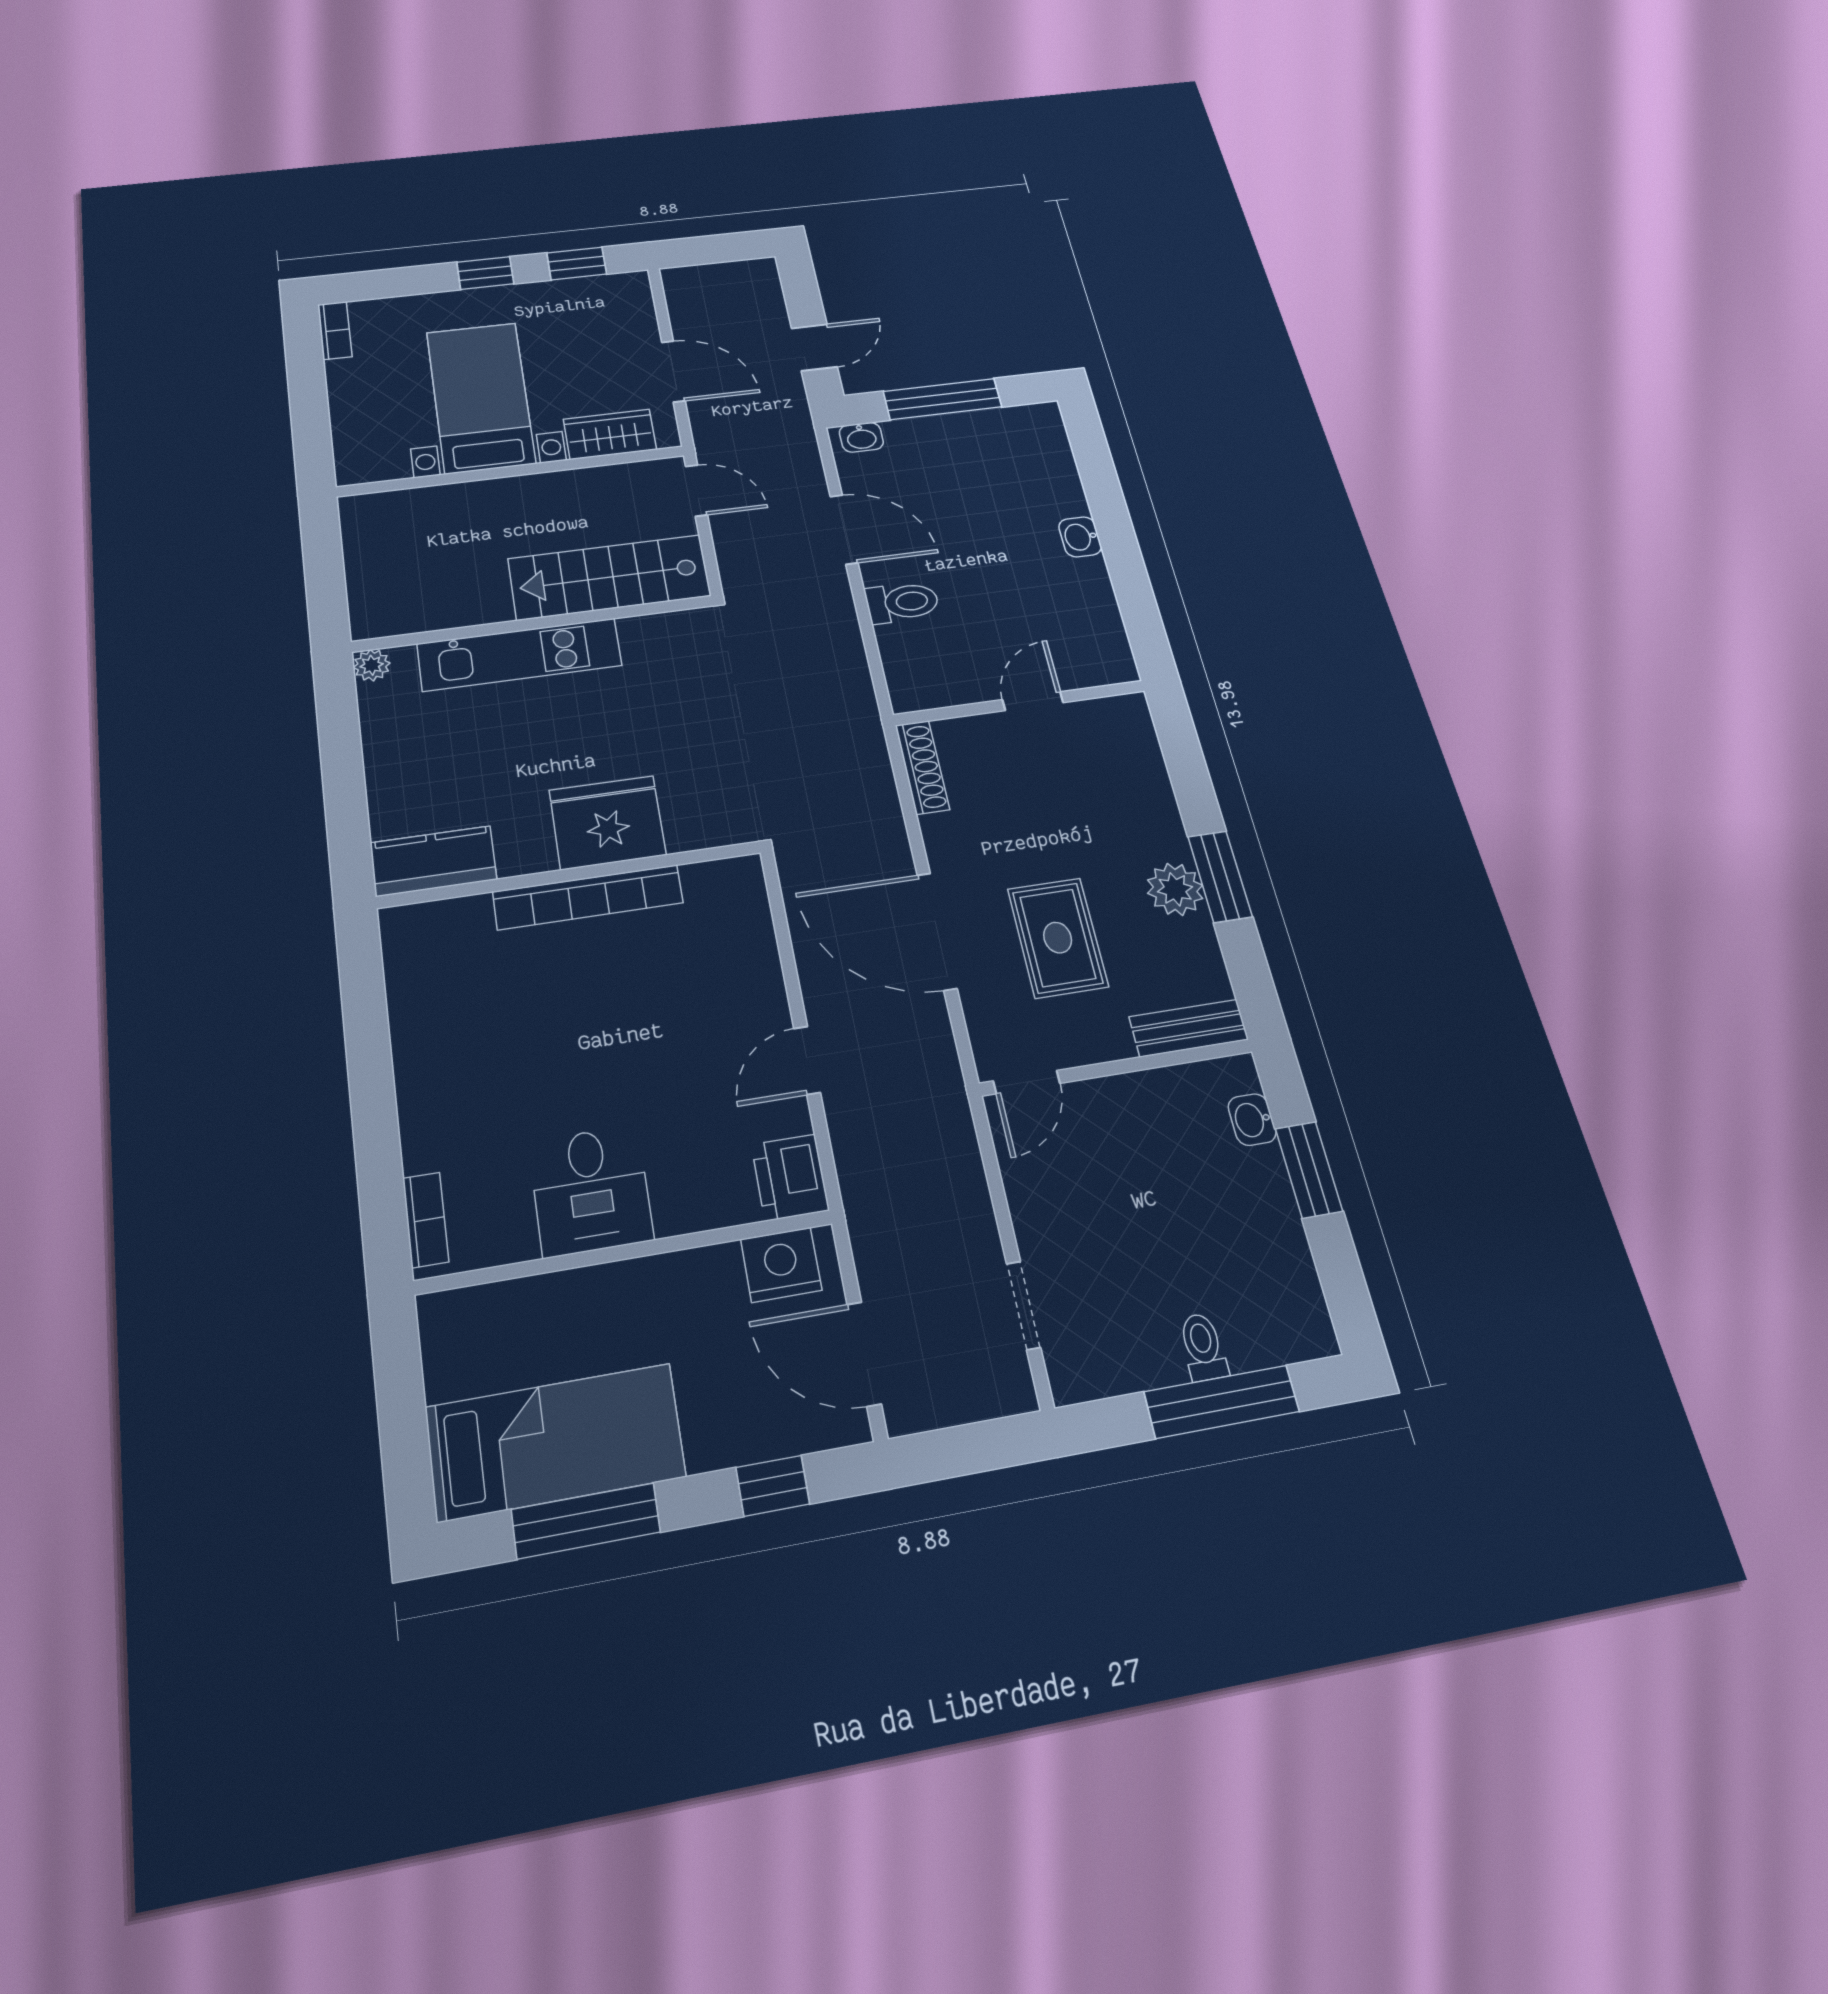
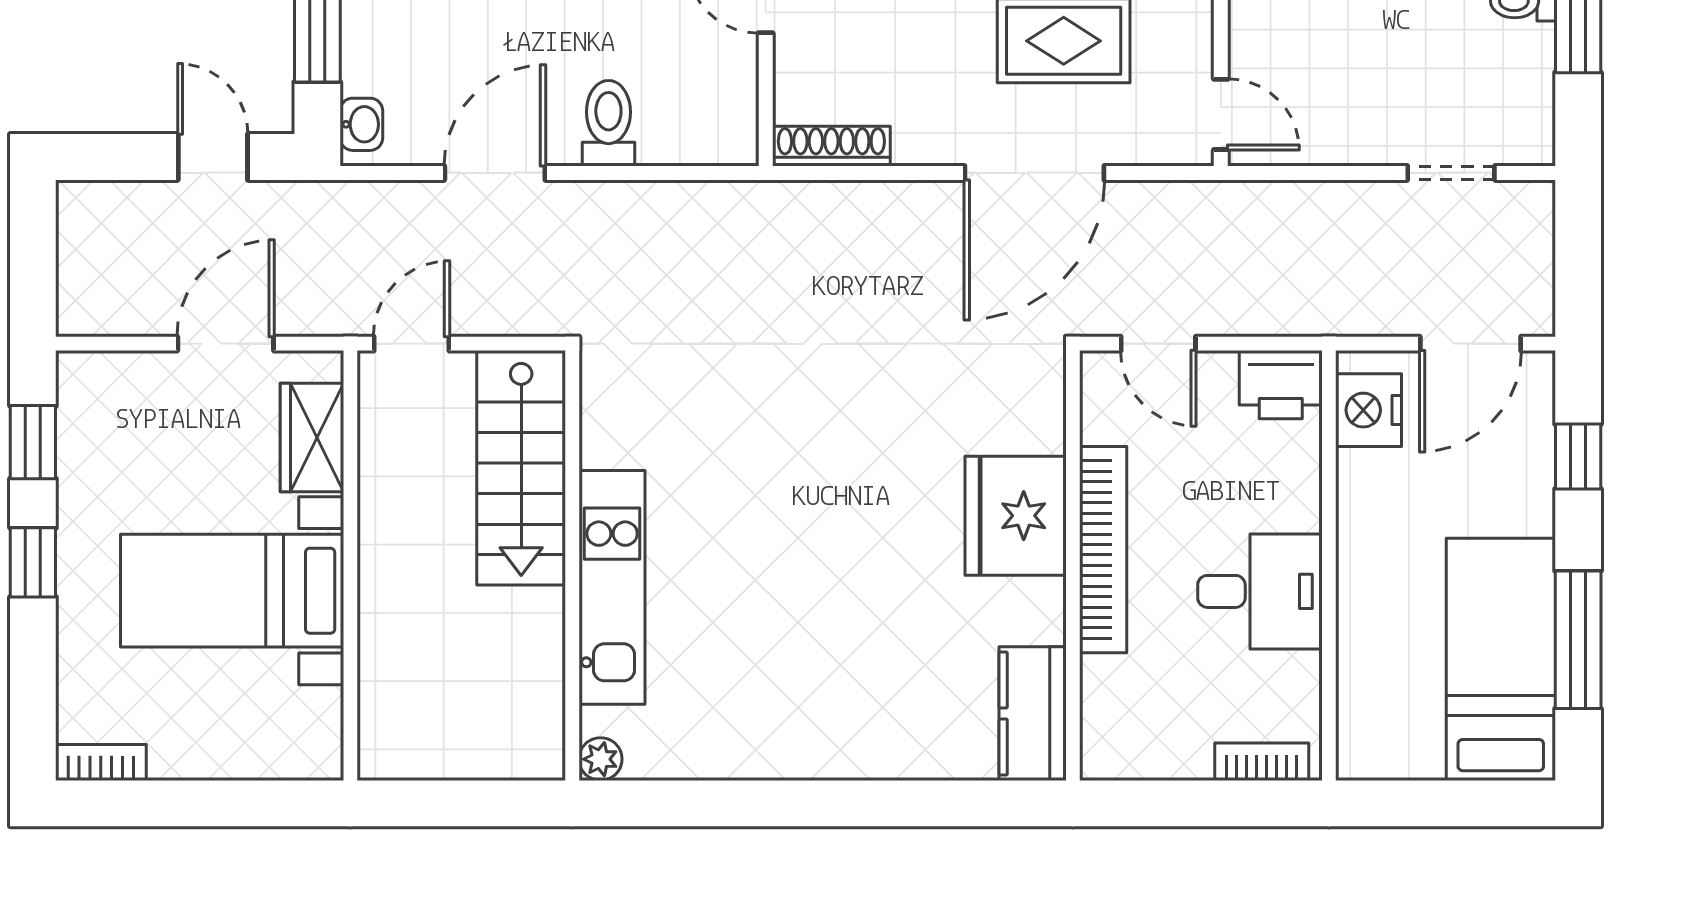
fridge: (607, 822) -> (1016, 516), moved
kitchen counter: (433, 861) -> (1033, 714), moved
wall: (570, 875) -> (1073, 565), moved
bookcase: (588, 897) -> (1103, 550), moved

